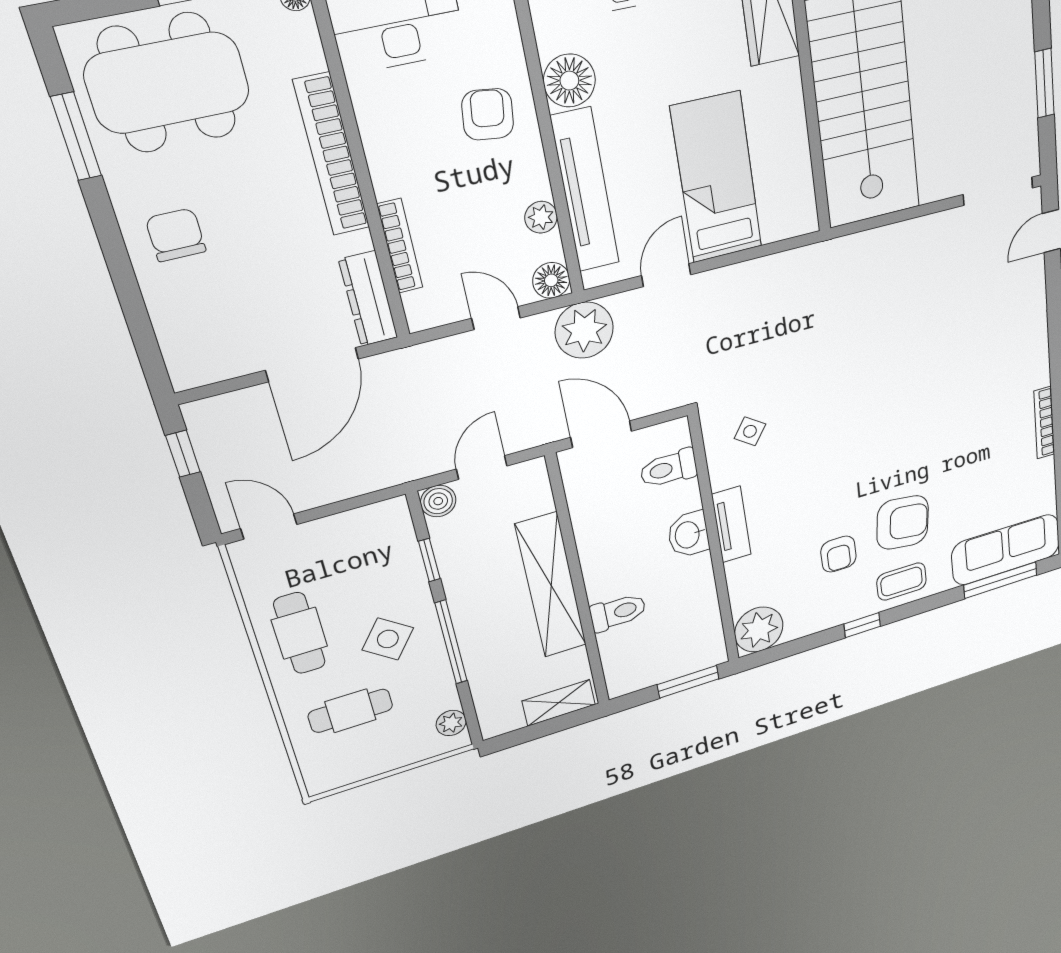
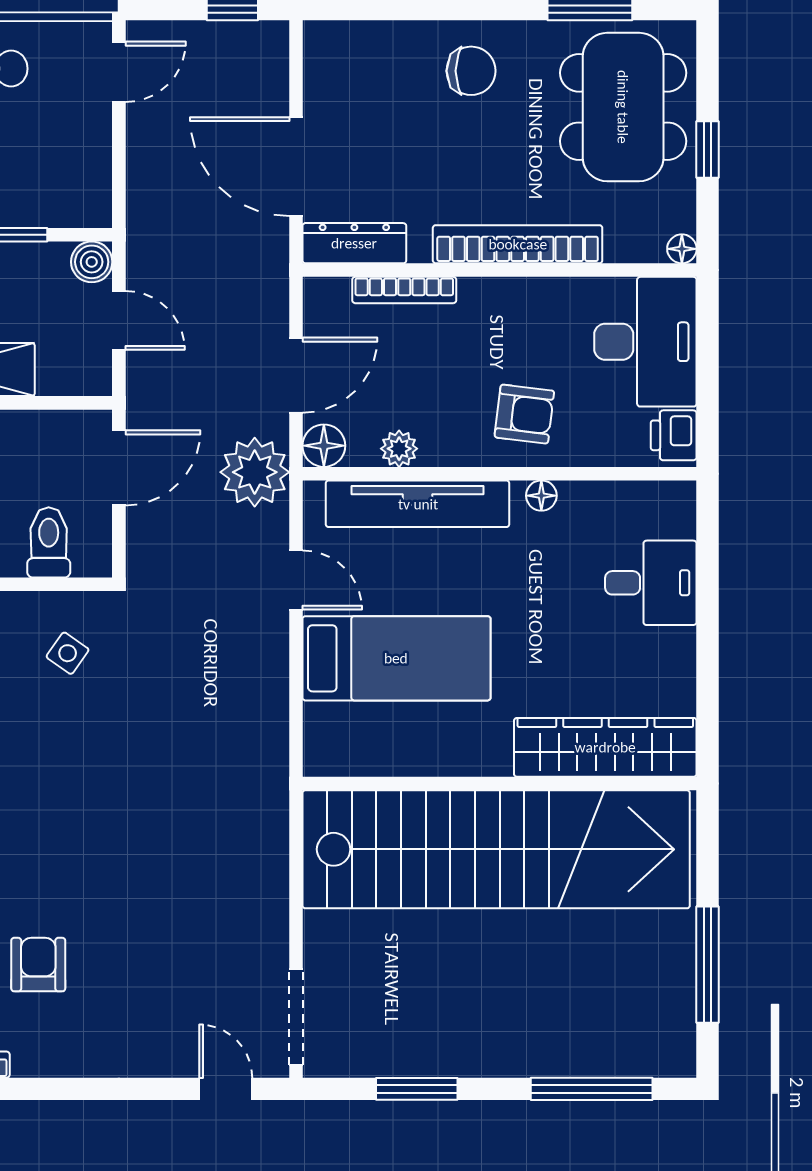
floor lamp: (569, 81) -> (541, 496), width x0.53, depth x0.53
door: (496, 318) -> (296, 375), width x1.37
armchair: (974, 388) -> (38, 965), added

